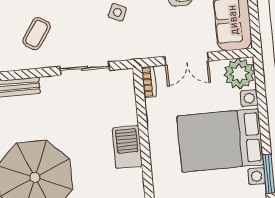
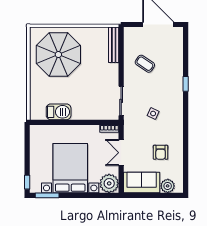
sliding door: (85, 68) -> (121, 101), moved
barbecue: (127, 147) -> (59, 112), moved

